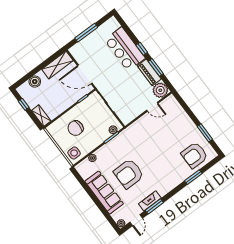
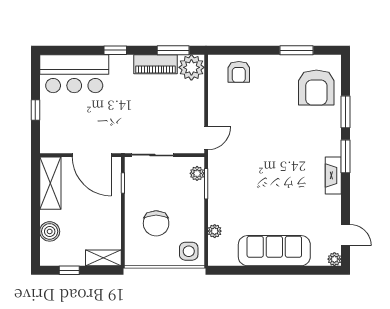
window: (86, 33) -> (35, 110), width x0.46
bar counter: (125, 49) -> (74, 74), moved
window: (156, 67) -> (173, 50), moved
door: (85, 74) -> (92, 155), hinge flipped
door: (152, 107) -> (206, 138), moved
armchair: (129, 174) -> (239, 72), moved, width x0.53, depth x0.53
fireplace: (150, 201) -> (333, 175), moved
window: (154, 206) -> (346, 156), moved

